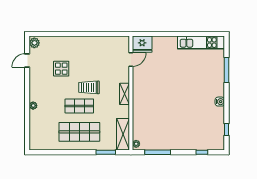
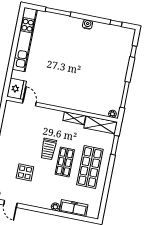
kitchen unit: (201, 43) -> (25, 40), width x1.36
shelving: (125, 94) -> (74, 118), moved
freezer: (35, 124) -> (74, 208), added

